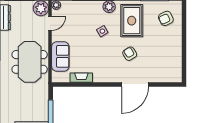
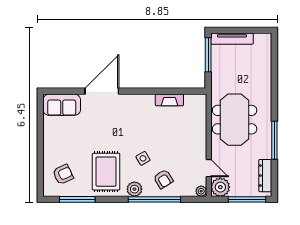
door: (50, 23) -> (209, 168), swing flipped
armchair: (130, 54) -> (163, 179), moved
sofa: (60, 56) -> (62, 105), moved, turned -90

